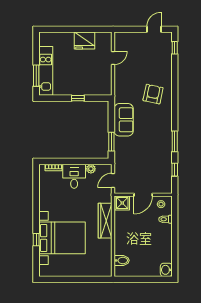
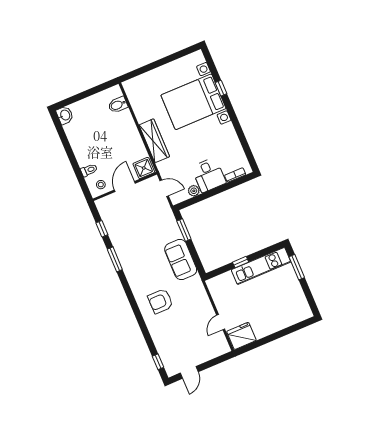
fridge: (84, 41) -> (241, 336), moved
kitchen unit: (46, 71) -> (261, 266), moved, turned -90
armchair: (153, 94) -> (160, 301), turned 78
door: (113, 180) -> (164, 188), hinge flipped

